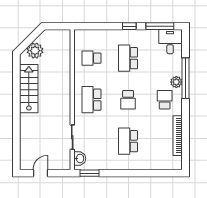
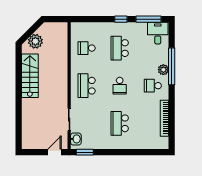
school desk: (165, 100) -> (153, 86), turned -90
door: (40, 173) -> (55, 152), moved

